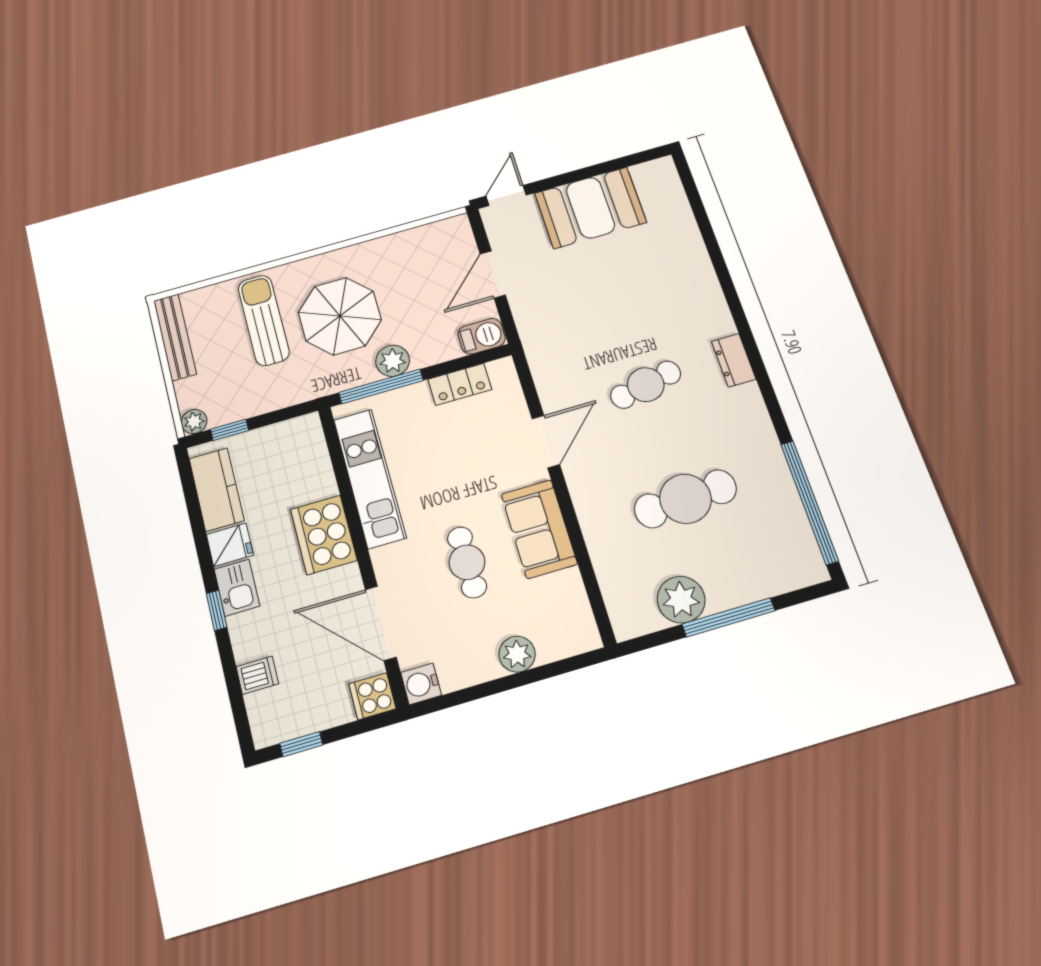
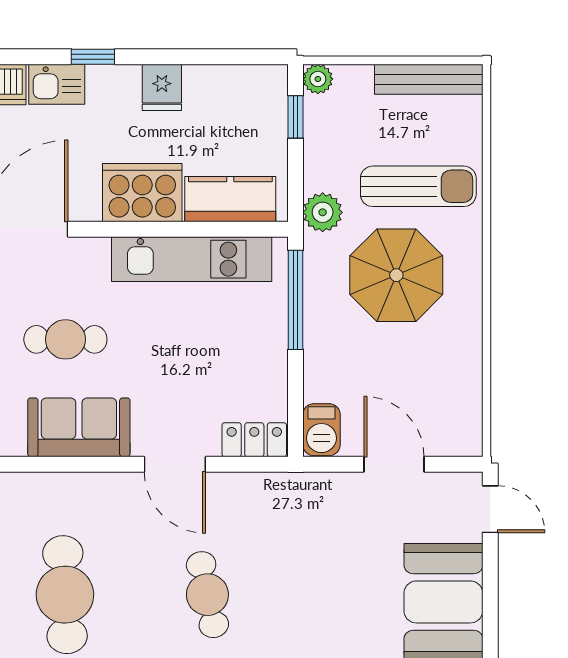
plant: (393, 361) -> (323, 212), moved
locker: (460, 384) -> (254, 440), moved, turned 90
kitchen counter: (217, 489) -> (230, 199), moved, turned 180
kitchen sink: (237, 588) -> (57, 84), moved

